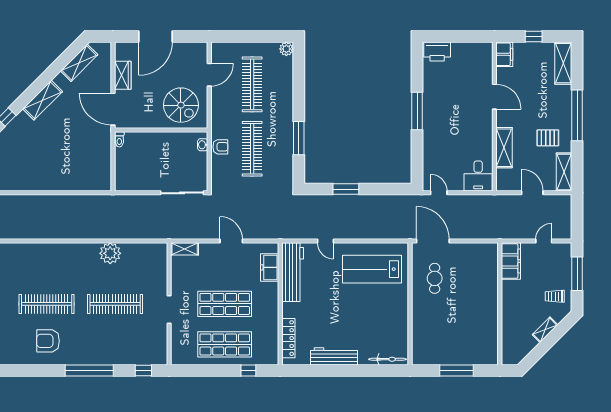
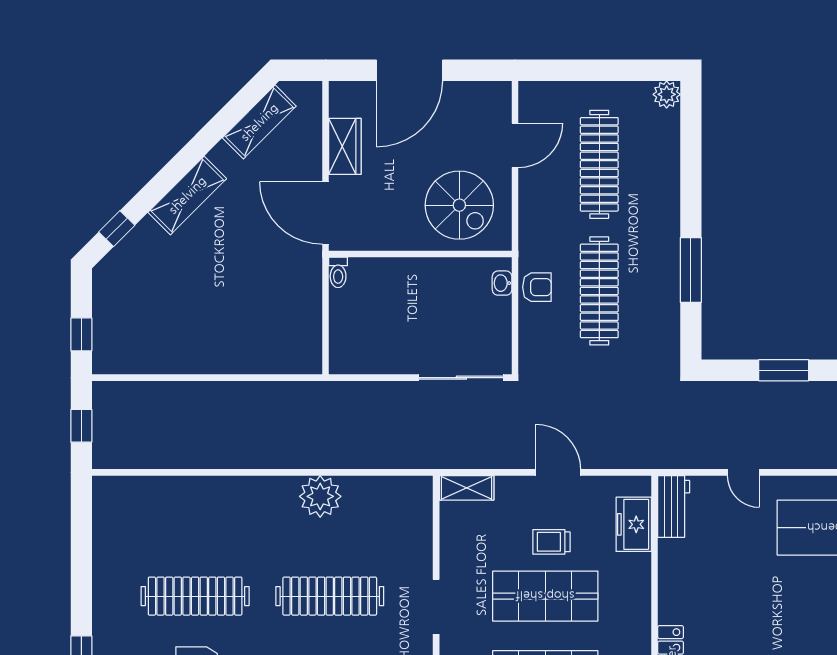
workbench: (293, 272) -> (674, 506), width x0.53, depth x0.76
trolley: (228, 276) -> (551, 542), added

